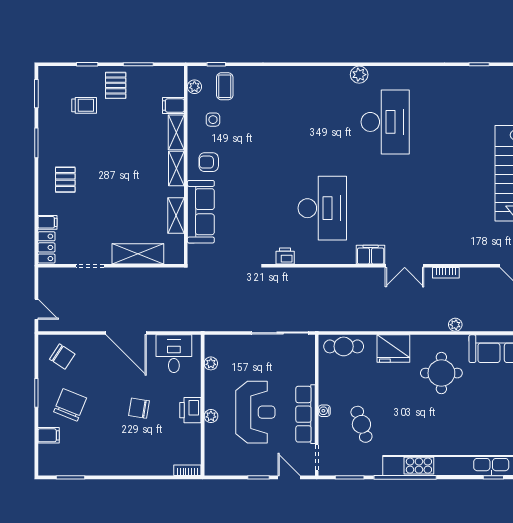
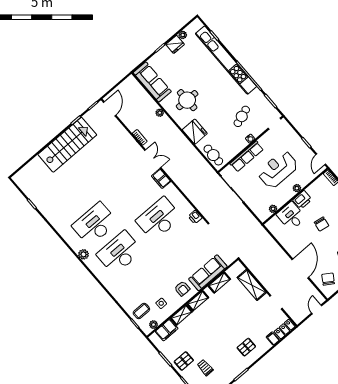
filing cabinet: (173, 106) -> (167, 330), width x2.00
desk: (322, 122) -> (119, 253), added
door: (126, 333) -> (300, 268), moved
desk: (174, 354) -> (291, 216), moved, turned 90
row of seats: (306, 414) -> (247, 156), moved
door: (289, 477) -> (321, 159), moved

